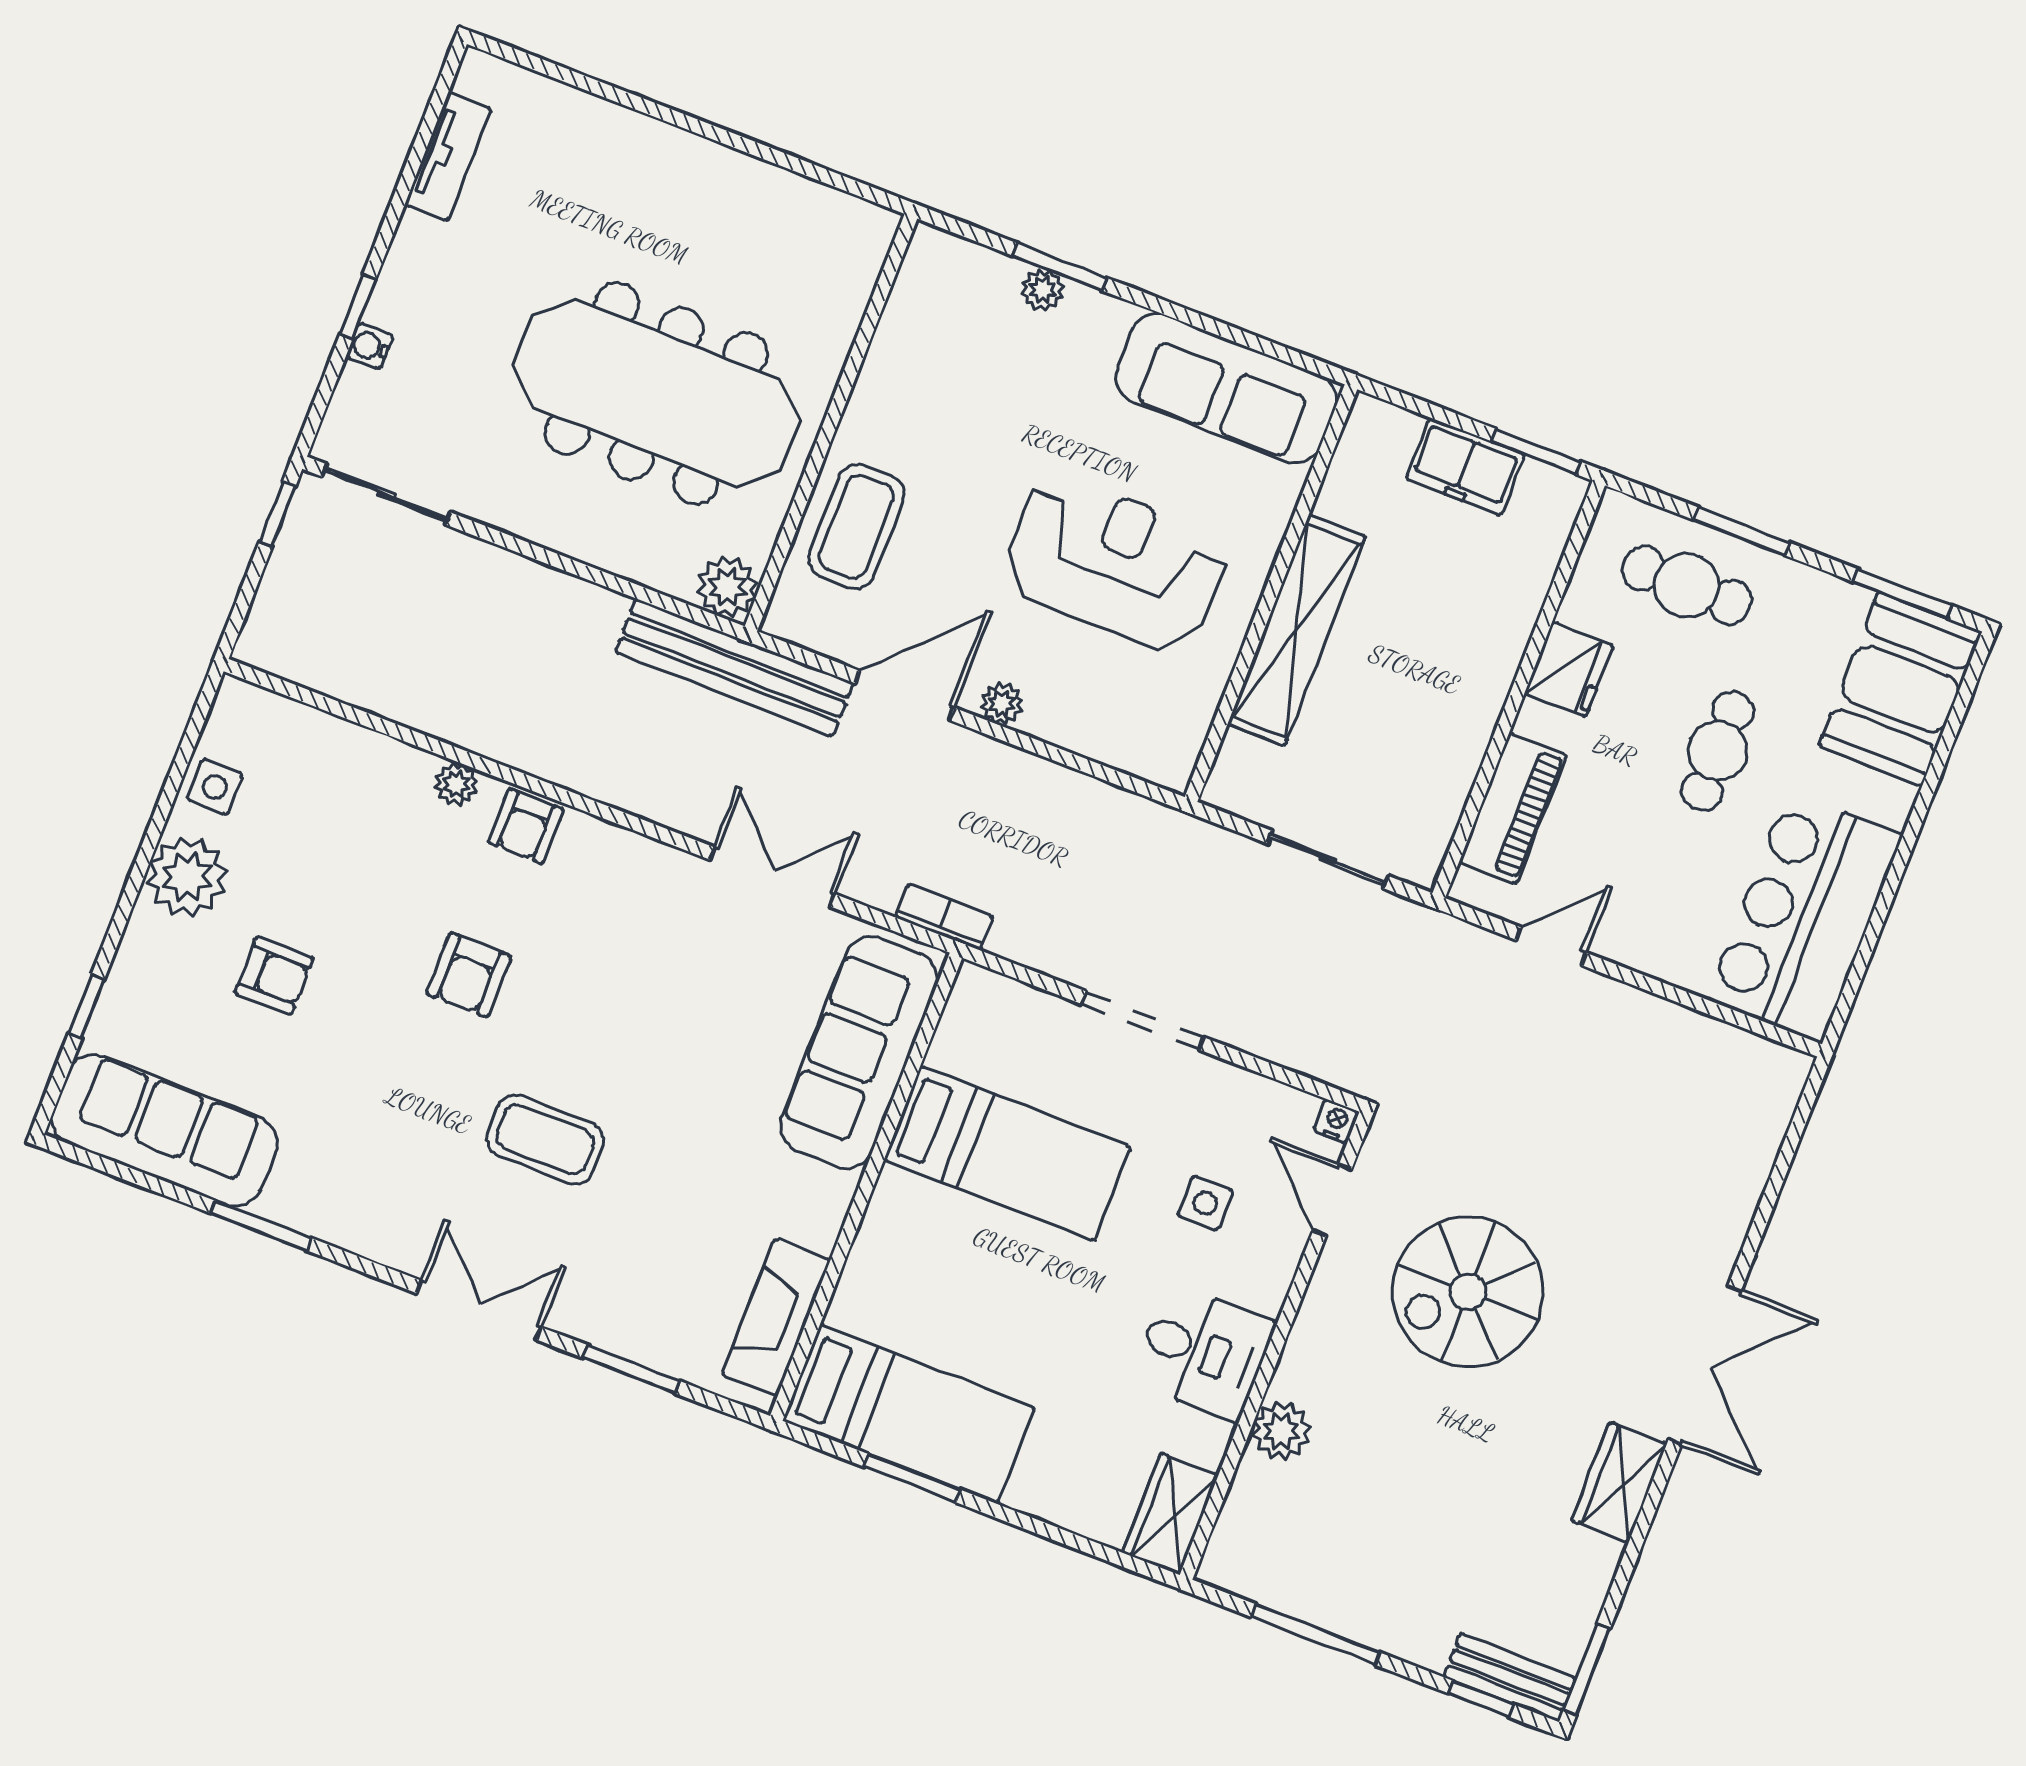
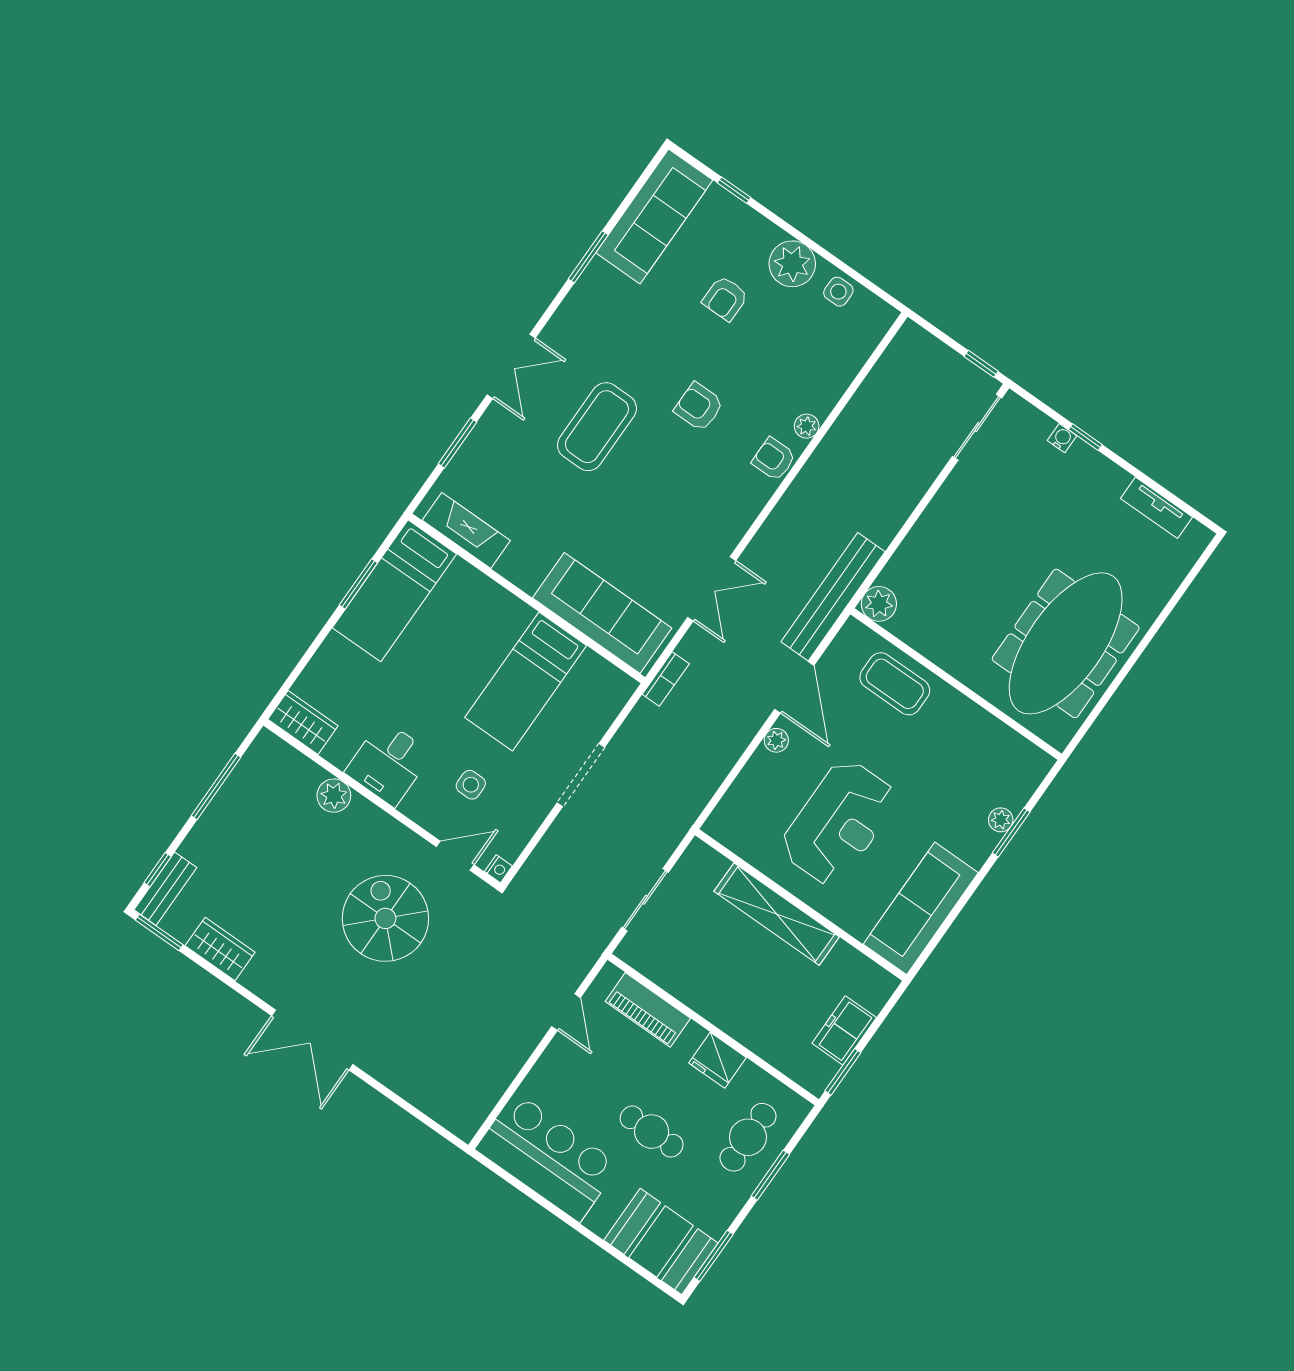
meeting table: (656, 393) -> (1066, 643), moved
coffee table: (545, 1139) -> (597, 427), width x1.36, depth x1.32
wardrobe: (1619, 1482) -> (220, 949), moved

